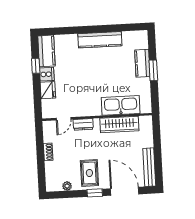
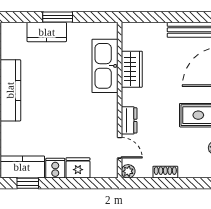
window: (36, 66) -> (28, 183), moved
wardrobe: (119, 124) -> (132, 69), width x0.67
plant: (47, 126) -> (128, 171), added

